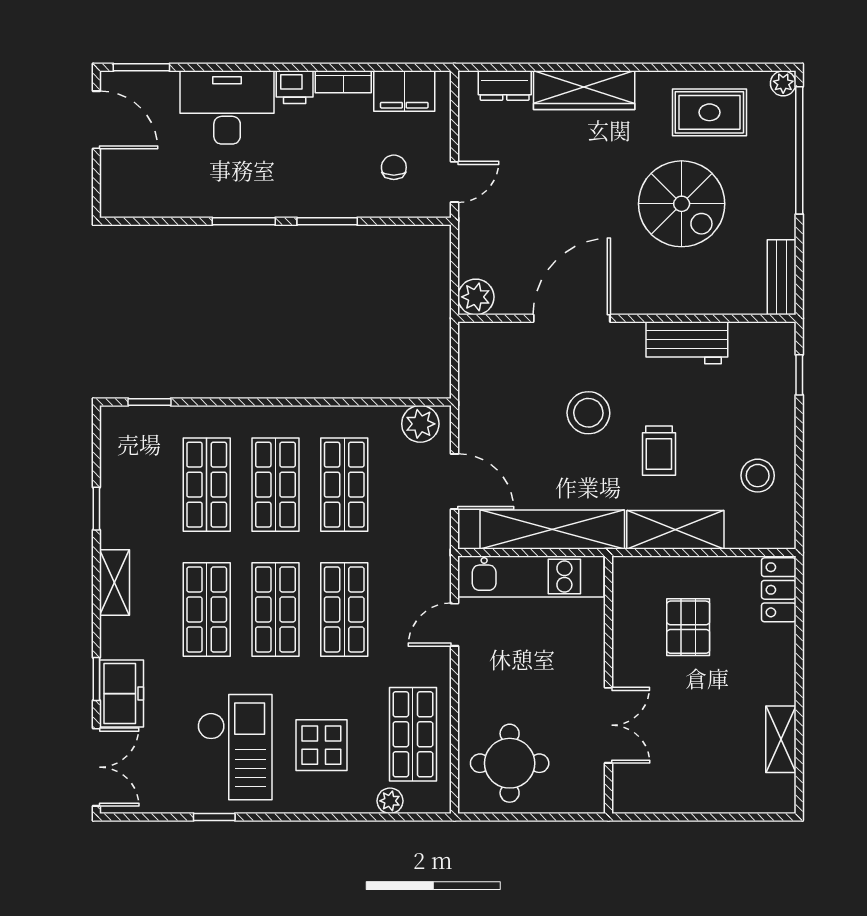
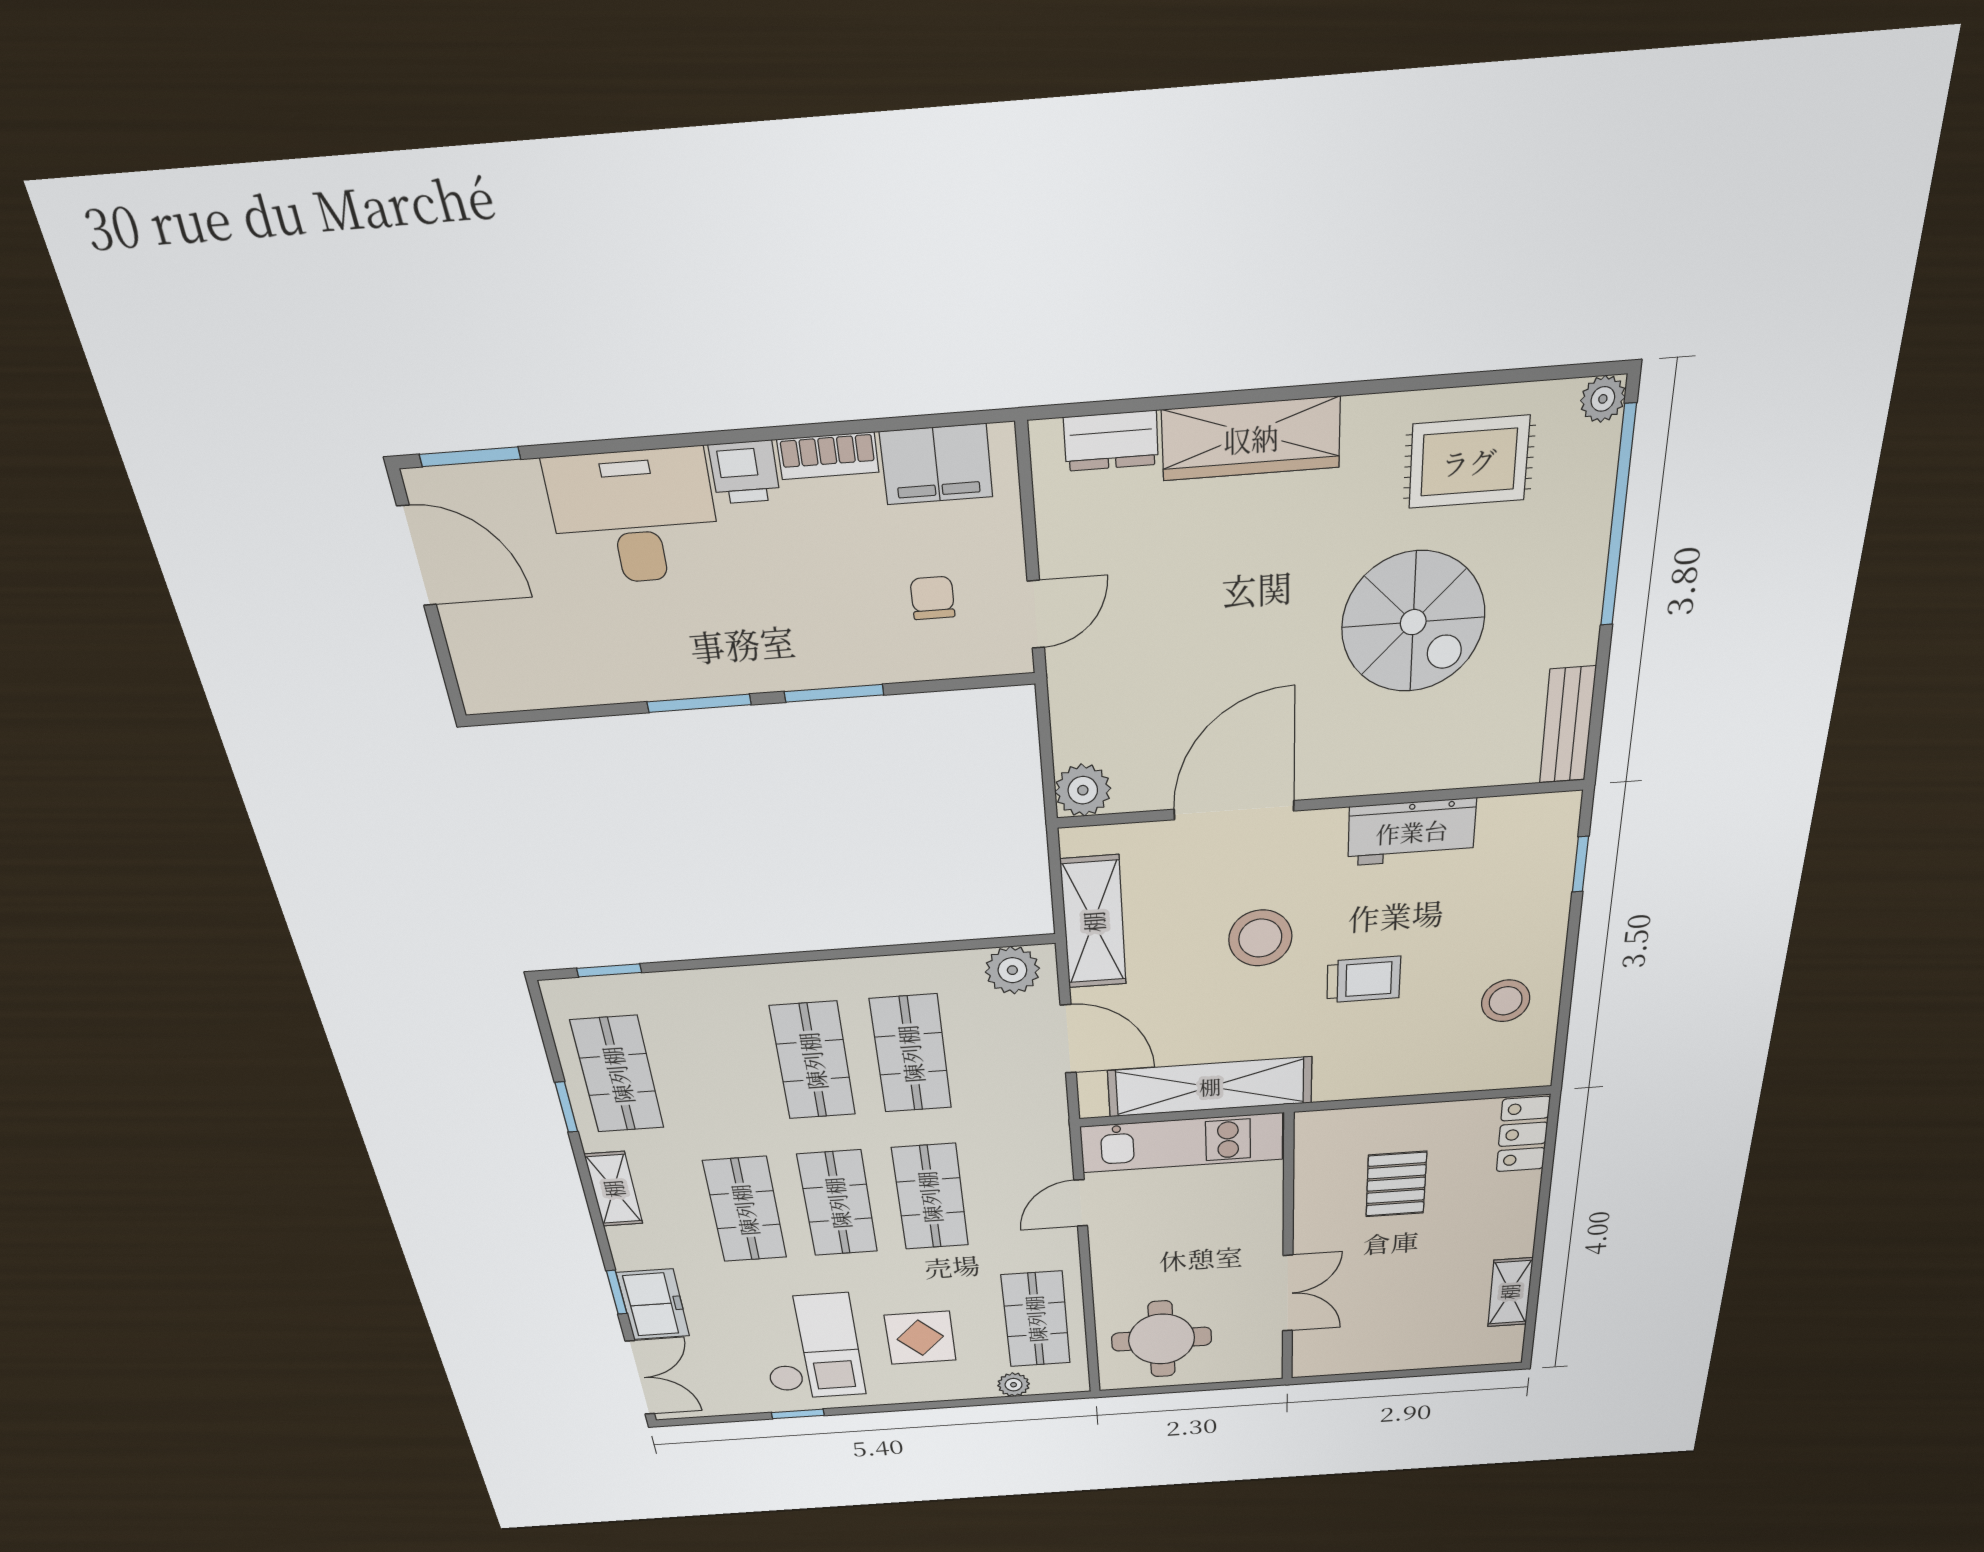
trolley: (659, 451) -> (1364, 979), turned -90
shop shelf: (207, 485) -> (618, 1075), moved
shelving: (675, 530) -> (1094, 922), moved, turned 90

